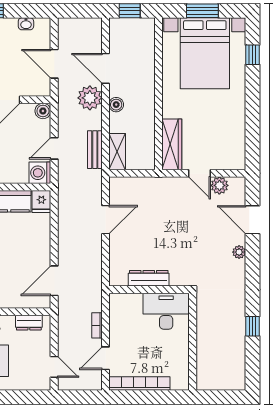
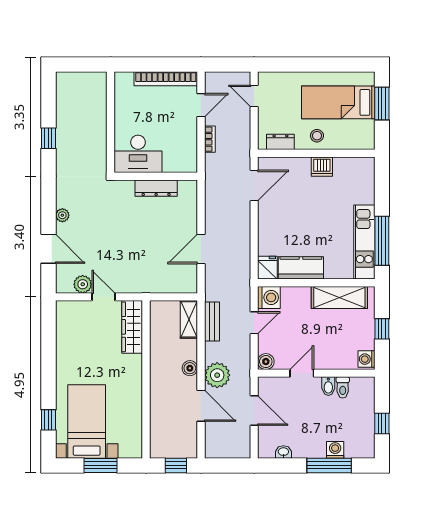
bed with nightstands: (205, 53) -> (87, 421), width x0.73

